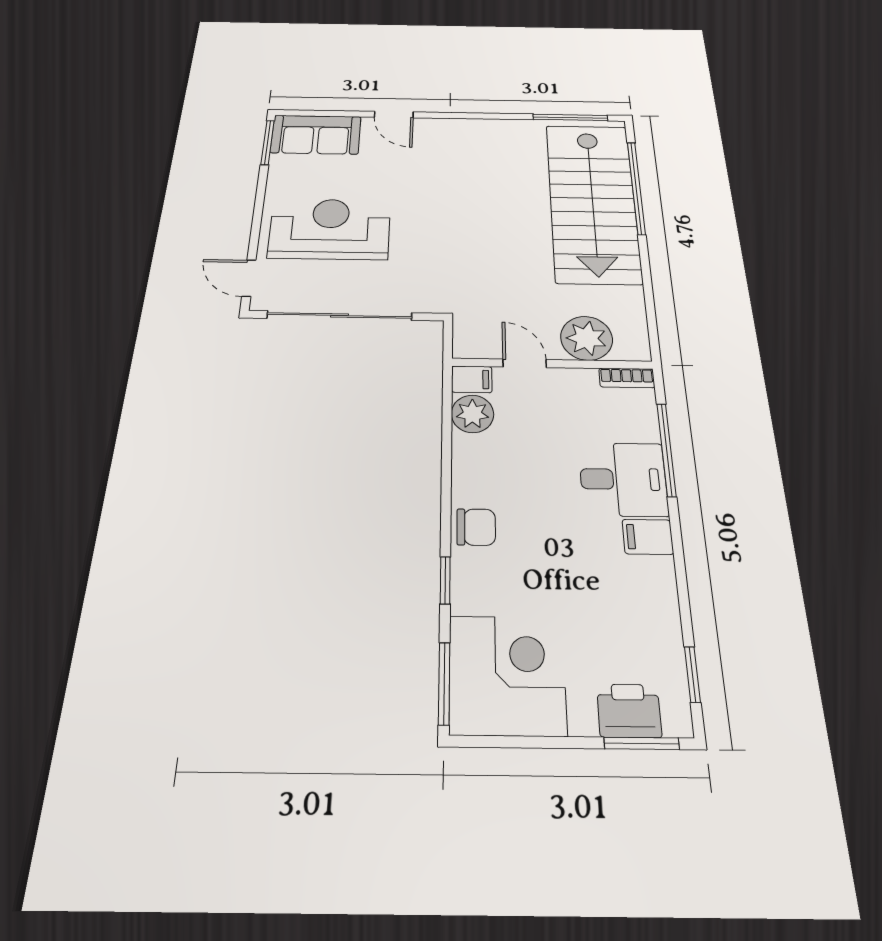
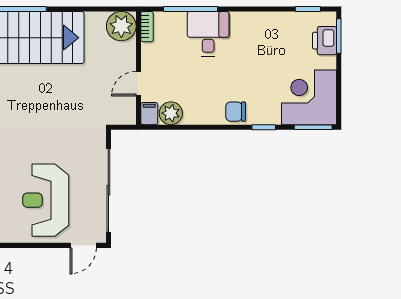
plant: (587, 338) -> (121, 26), moved
chair: (476, 527) -> (236, 112), turned -90
filing cabinet: (648, 537) -> (240, 24), removed

